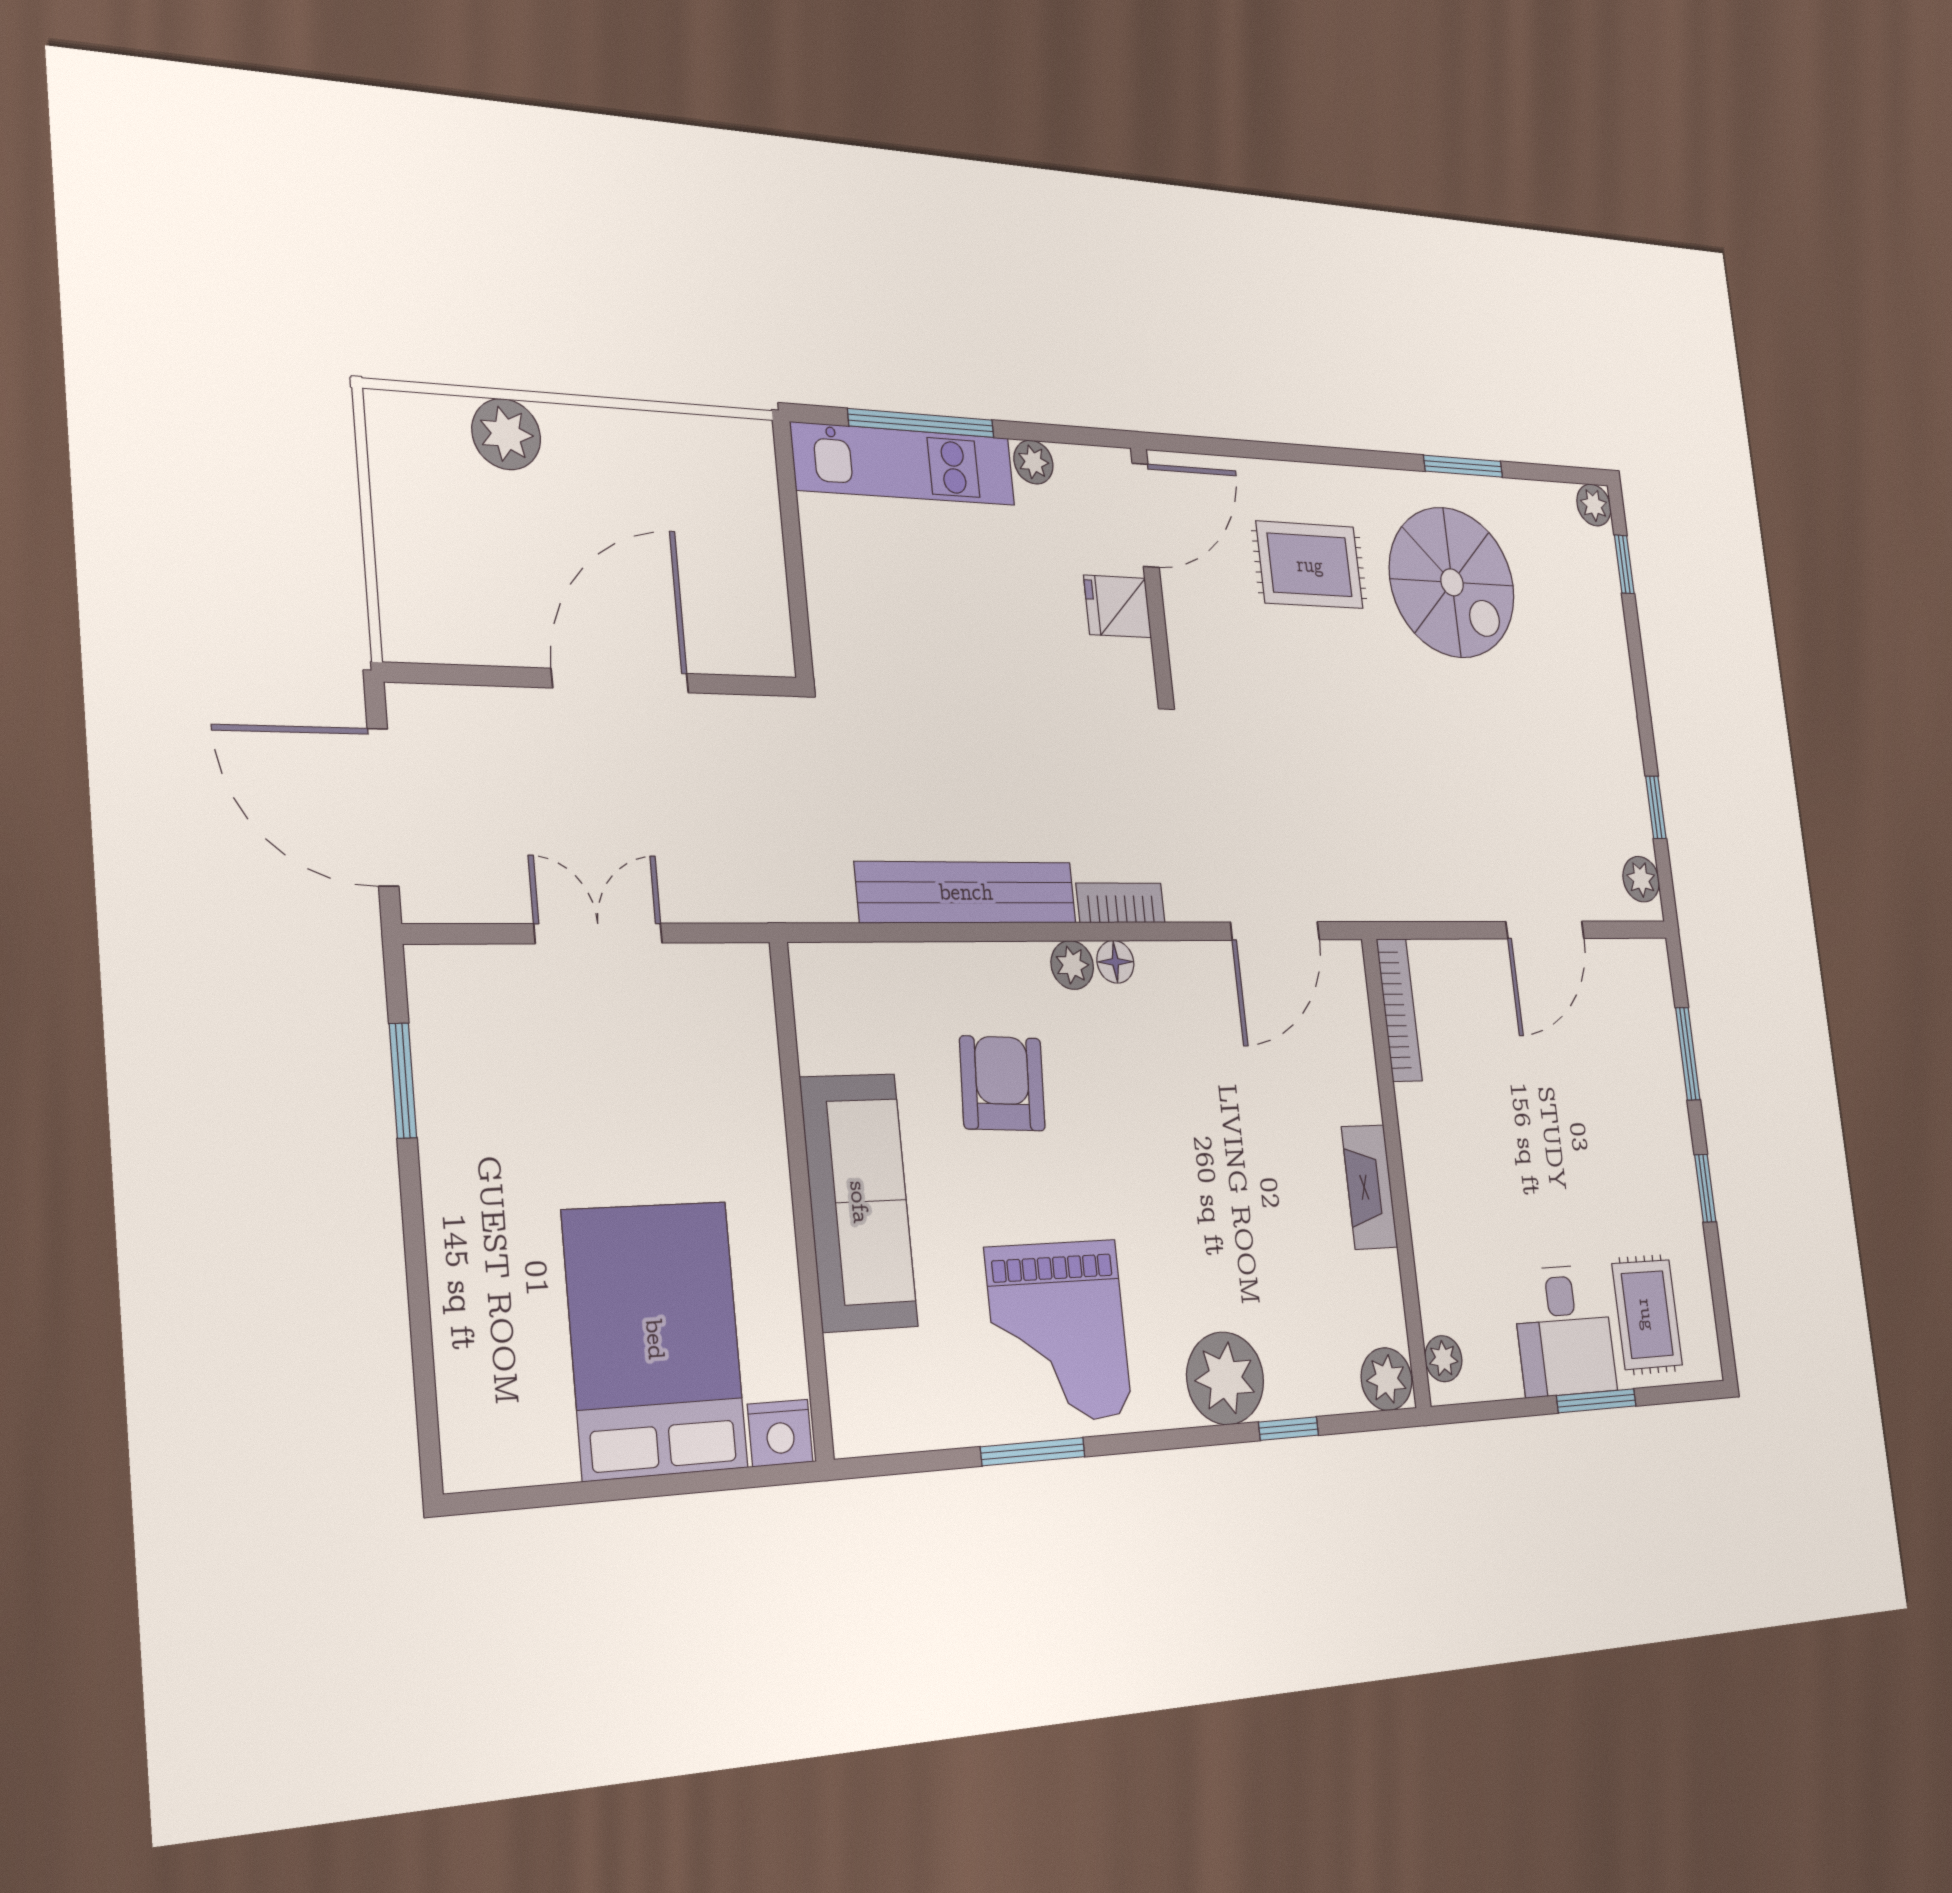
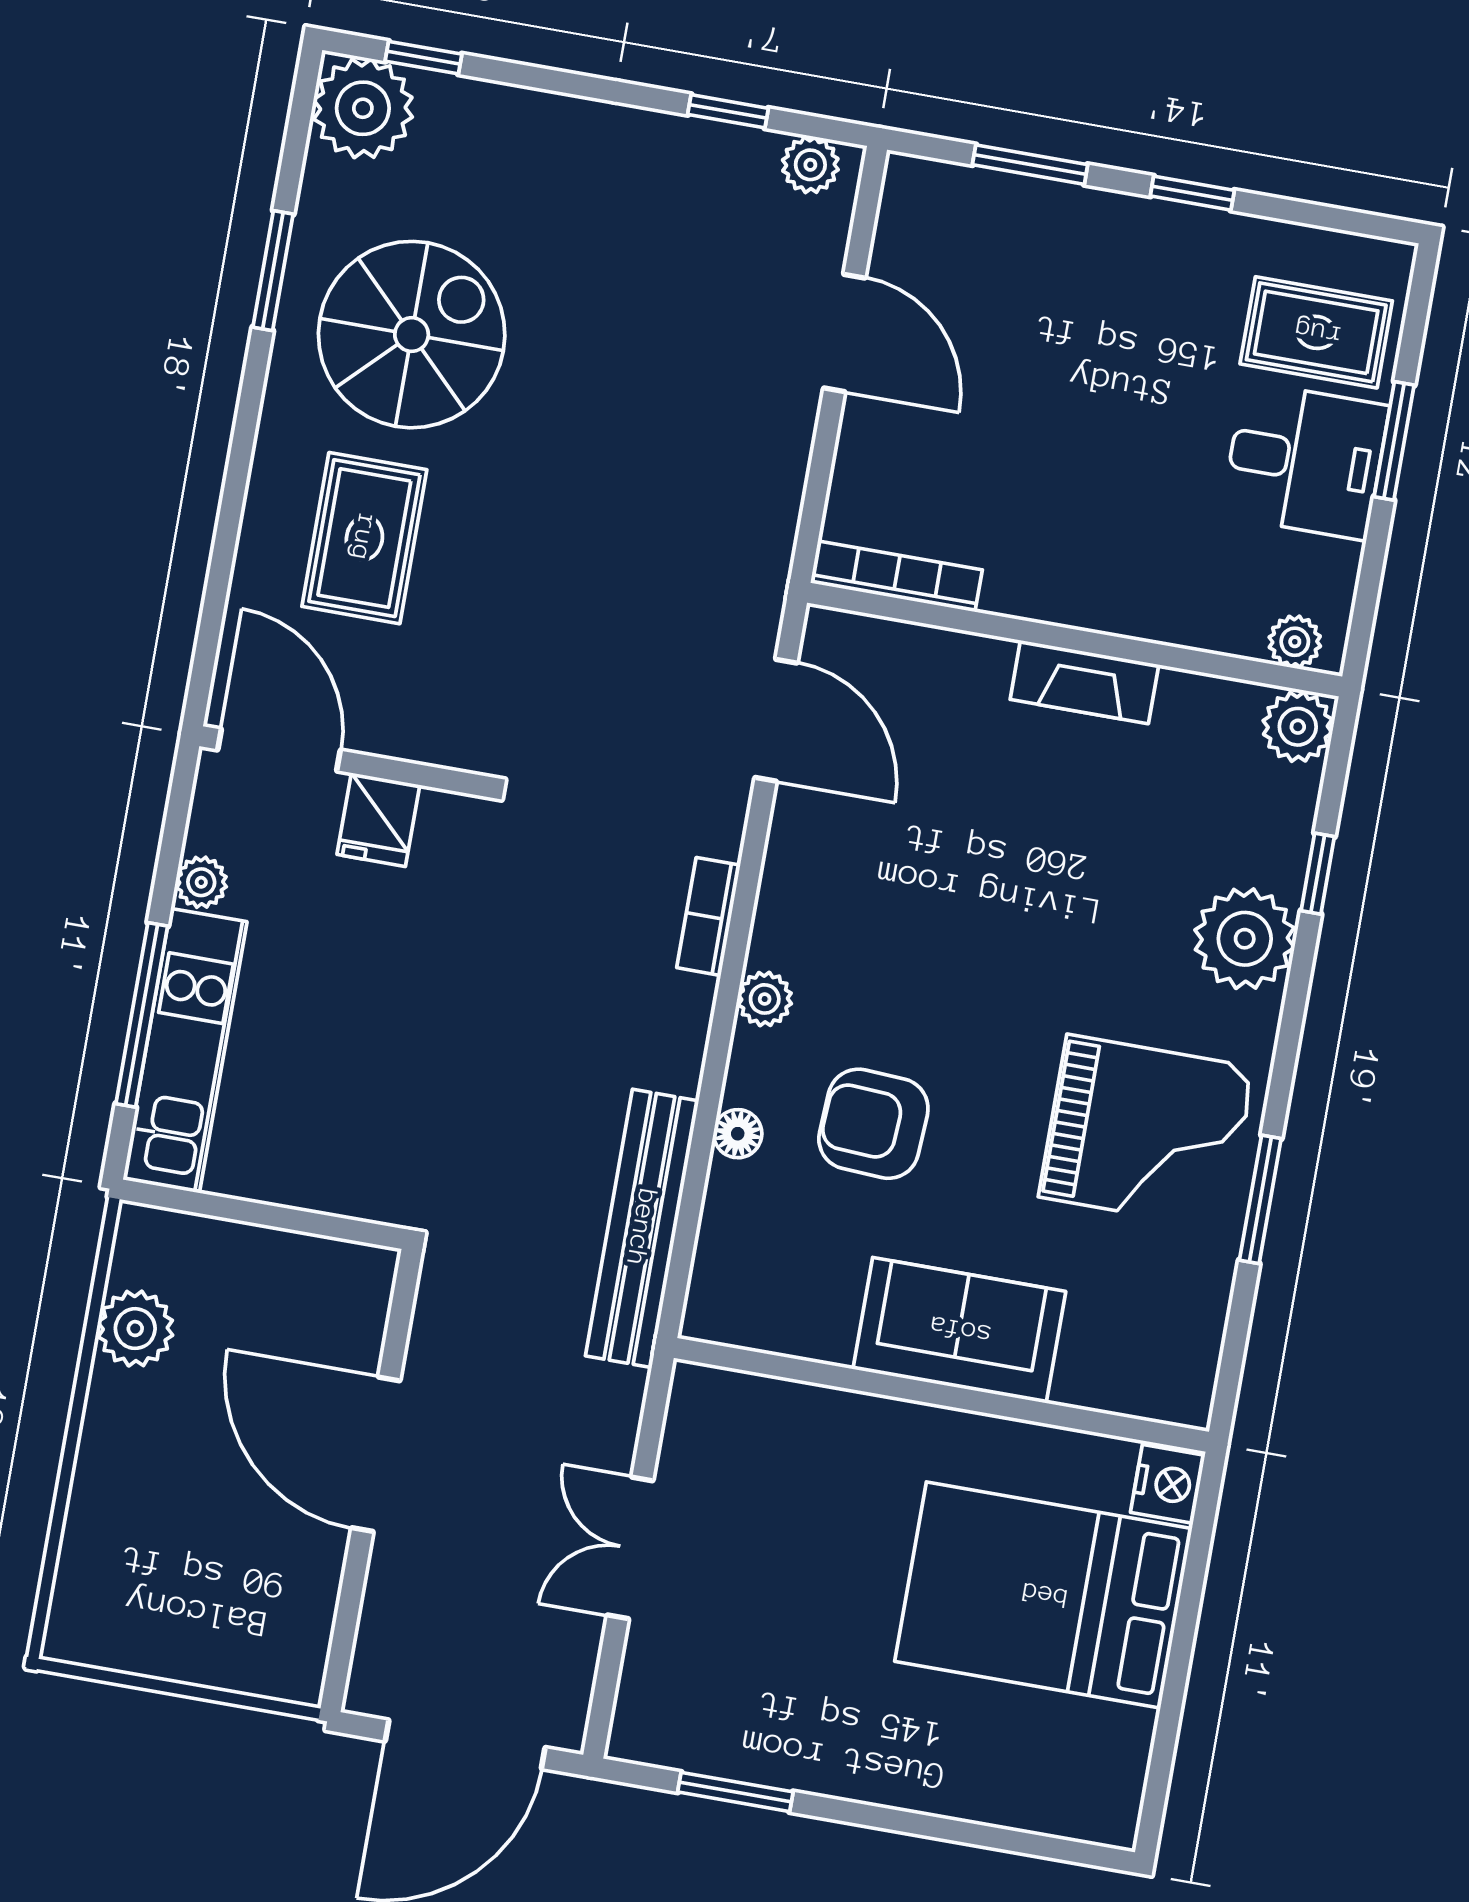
plant: (506, 434) -> (135, 1329), moved
plant: (1594, 505) -> (363, 108), width x1.88, depth x1.88
bench: (966, 892) -> (642, 1228), moved
floor lamp: (1115, 962) -> (738, 1134), moved
sofa: (859, 1202) -> (959, 1330), width x0.73

